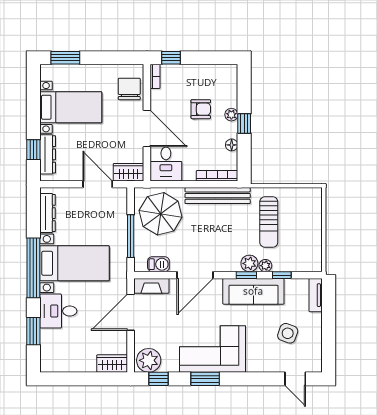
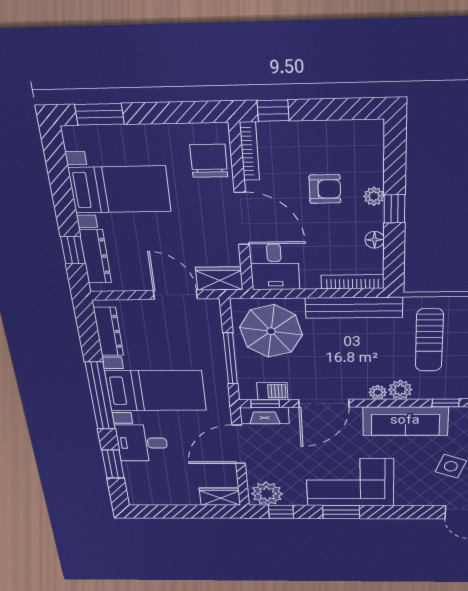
bookcase: (155, 76) -> (249, 151), width x1.56
plant: (265, 266) -> (378, 392), moved
window: (246, 275) -> (265, 404), moved

